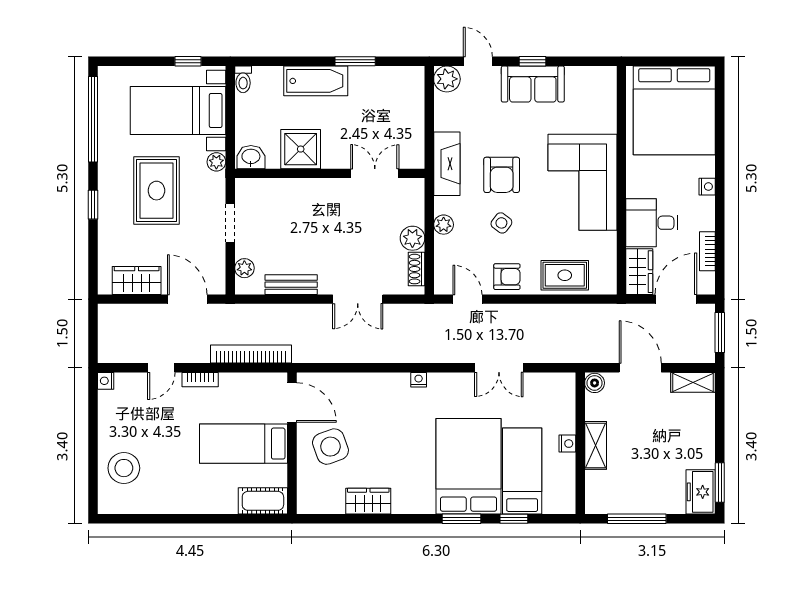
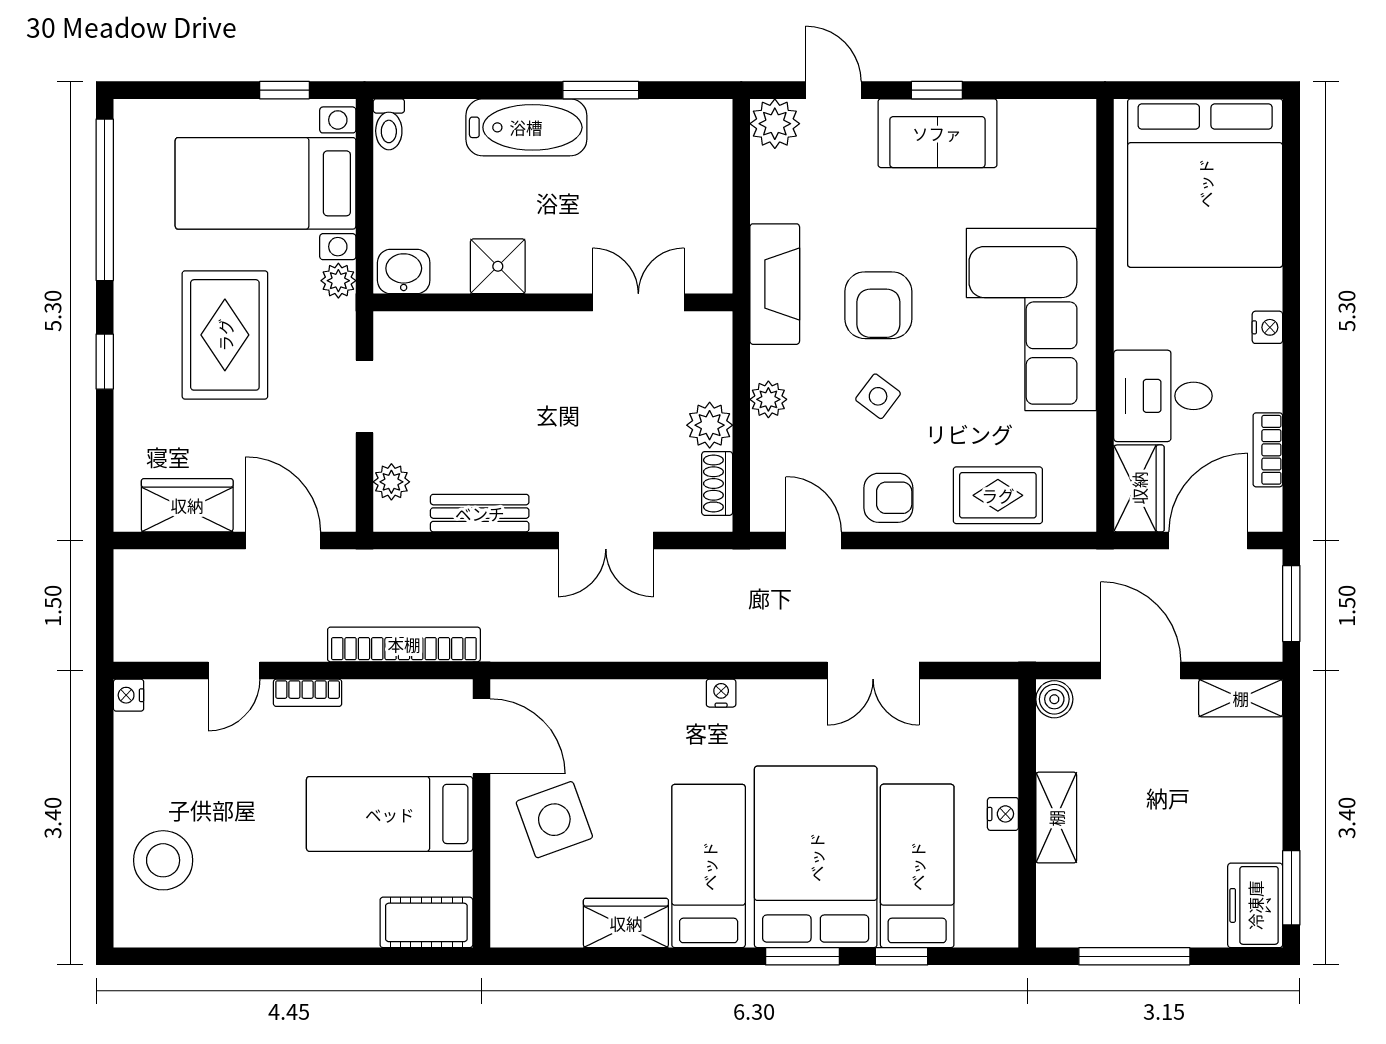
shower: (301, 149) -> (498, 266), width x0.73, depth x0.73
bed: (412, 471) -> (709, 866), added

